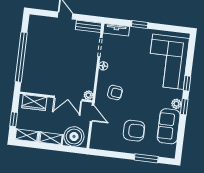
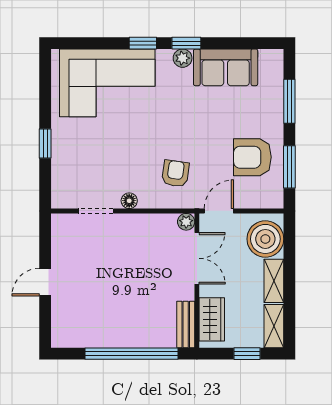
bench: (89, 26) -> (186, 325), moved
tv unit: (116, 30) -> (60, 185), removed
armchair: (134, 131) -> (252, 157), moved, turned -90
window: (111, 154) -> (289, 167), added

